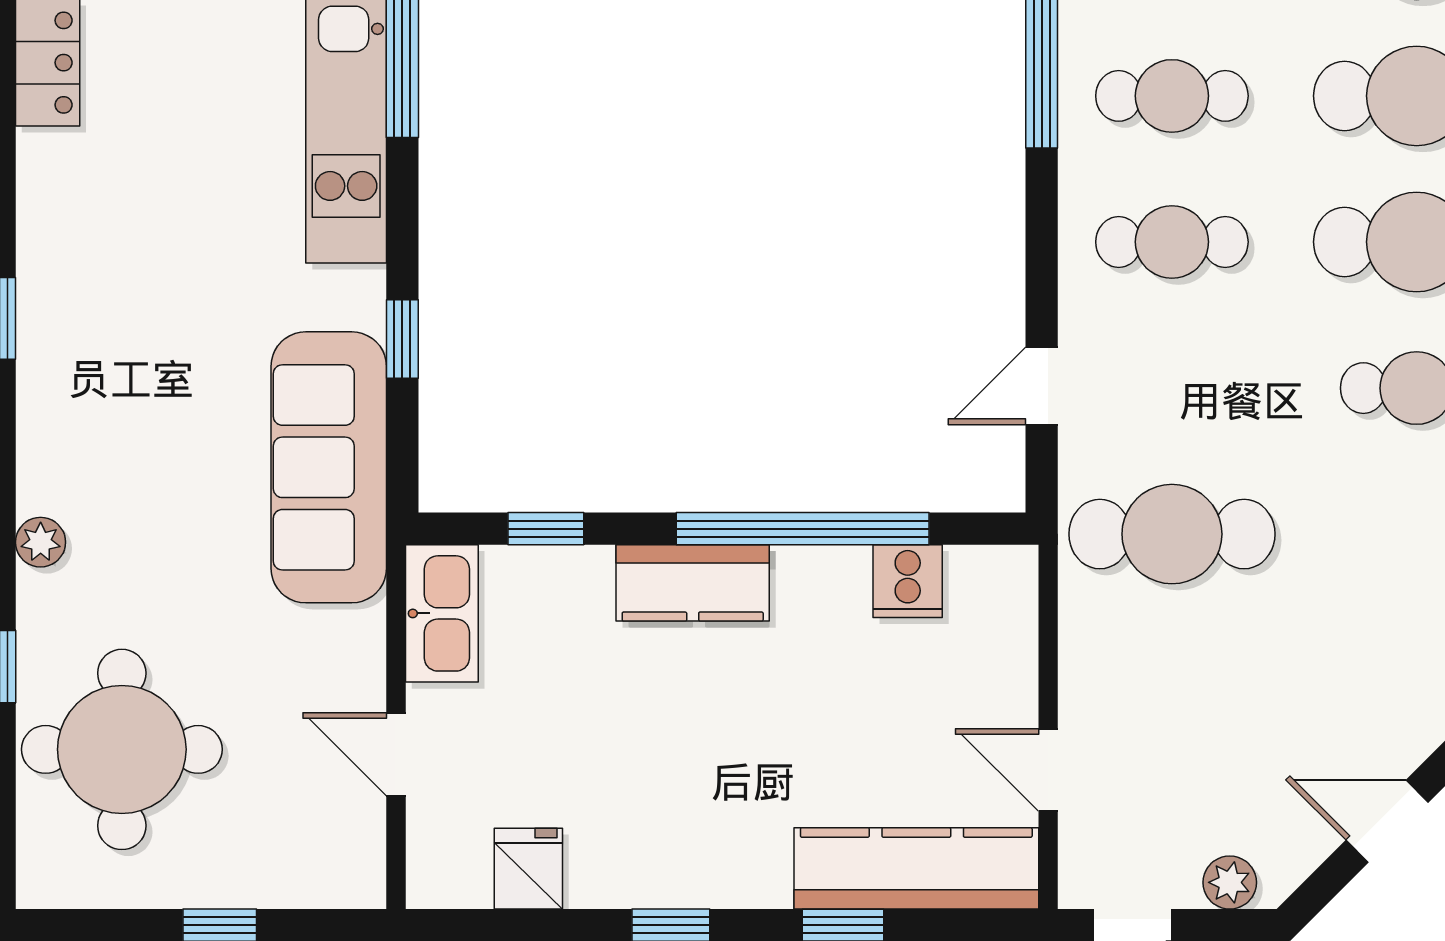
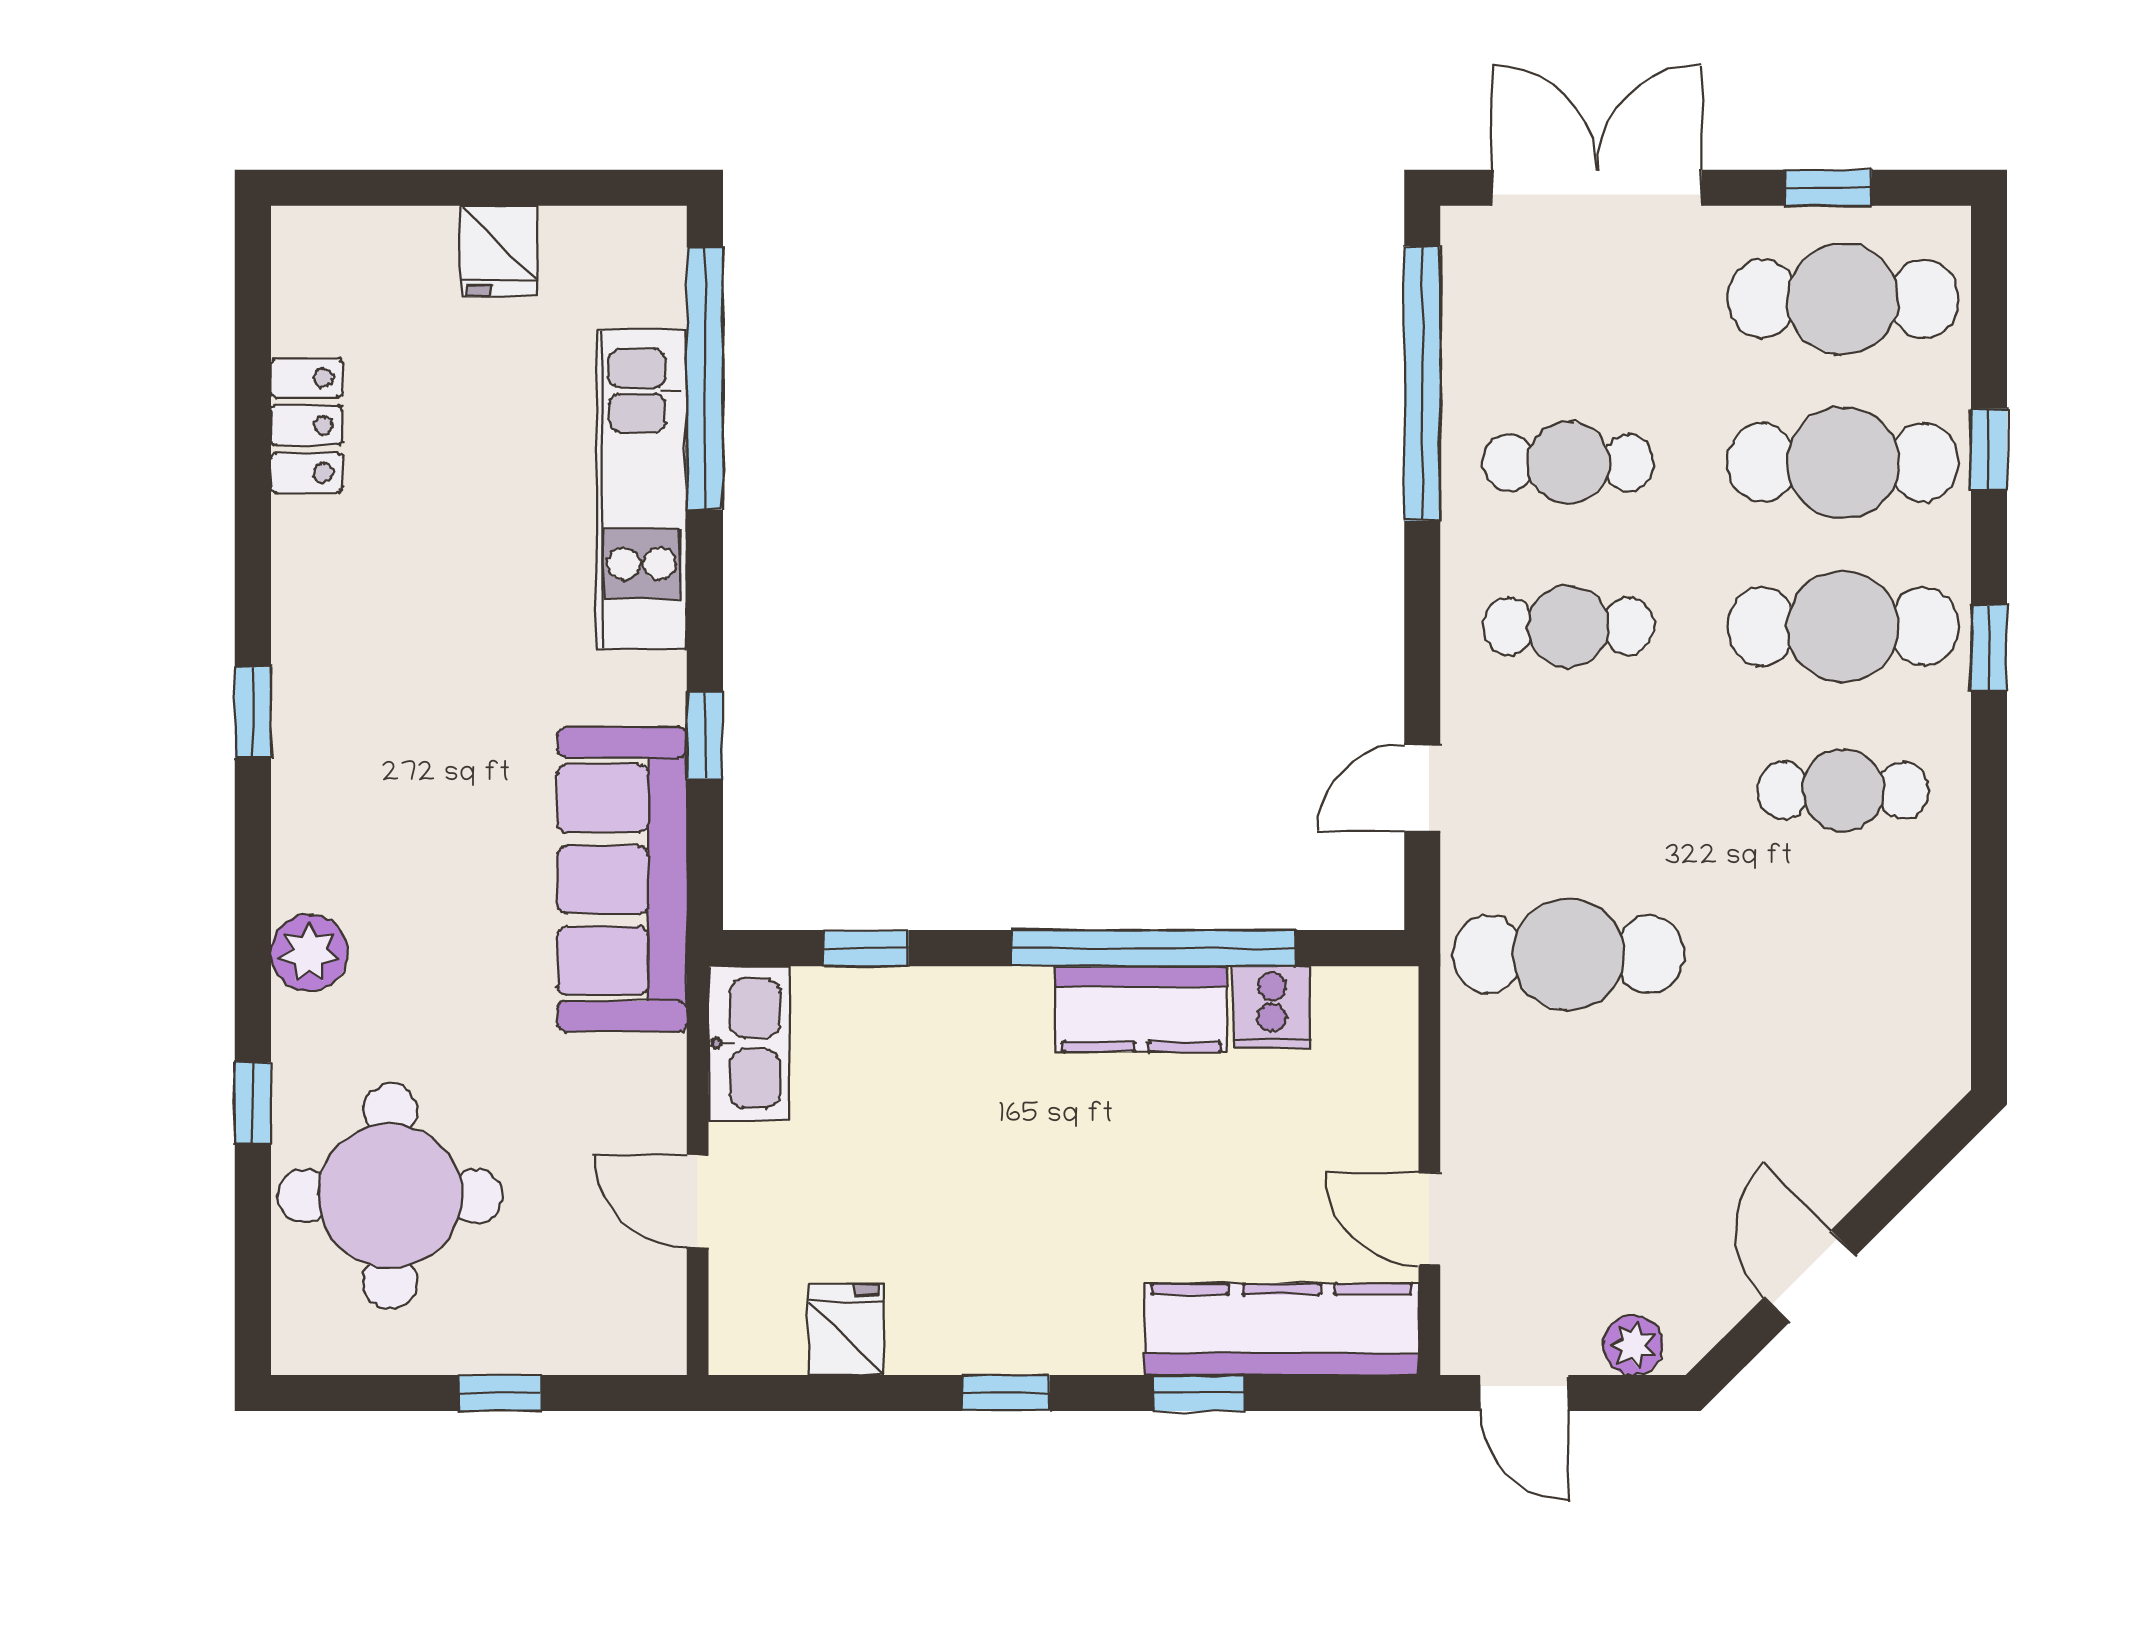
plant: (41, 542) -> (309, 953), width x1.38, depth x1.38
kitchen counter: (693, 583) -> (1142, 1009), moved
door: (1387, 821) -> (1810, 1276), hinge flipped

